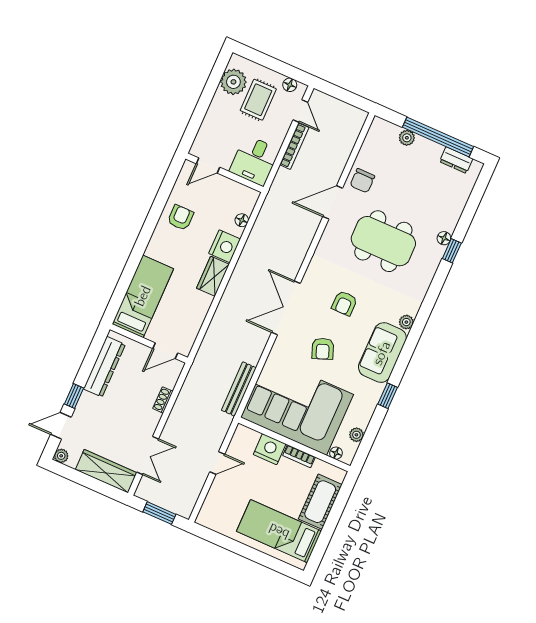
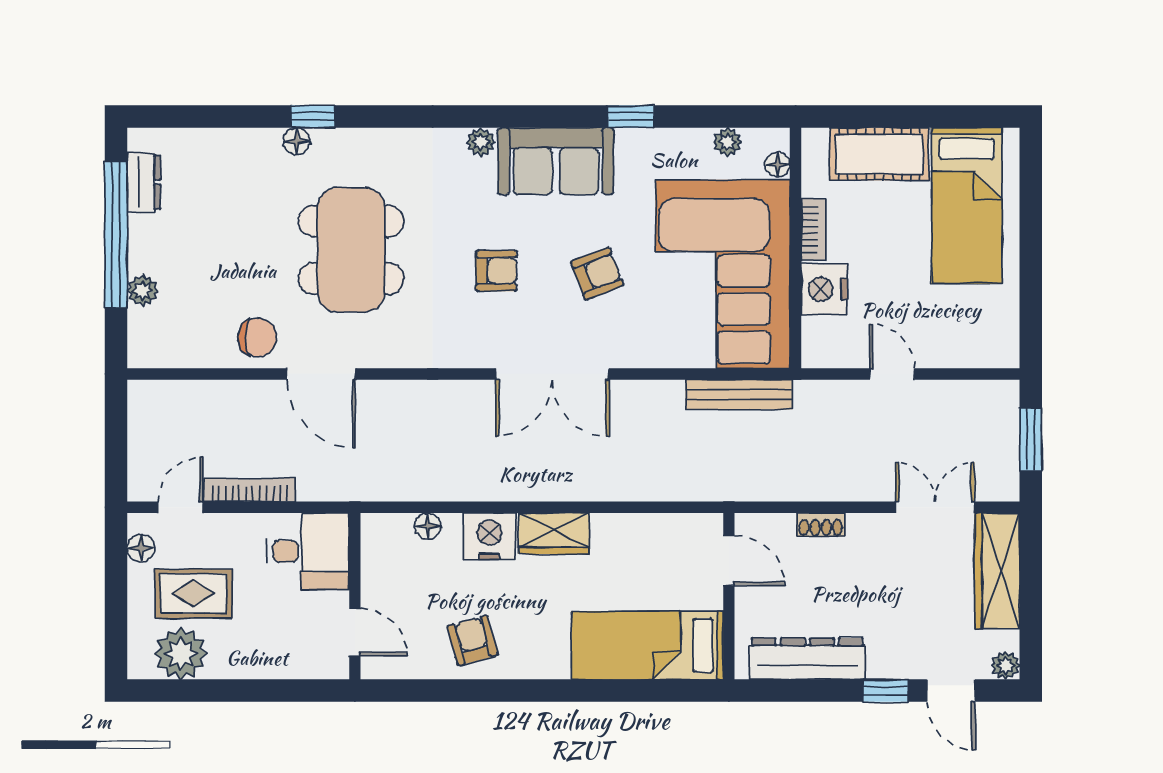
armchair: (180, 218) -> (473, 640), turned 75

